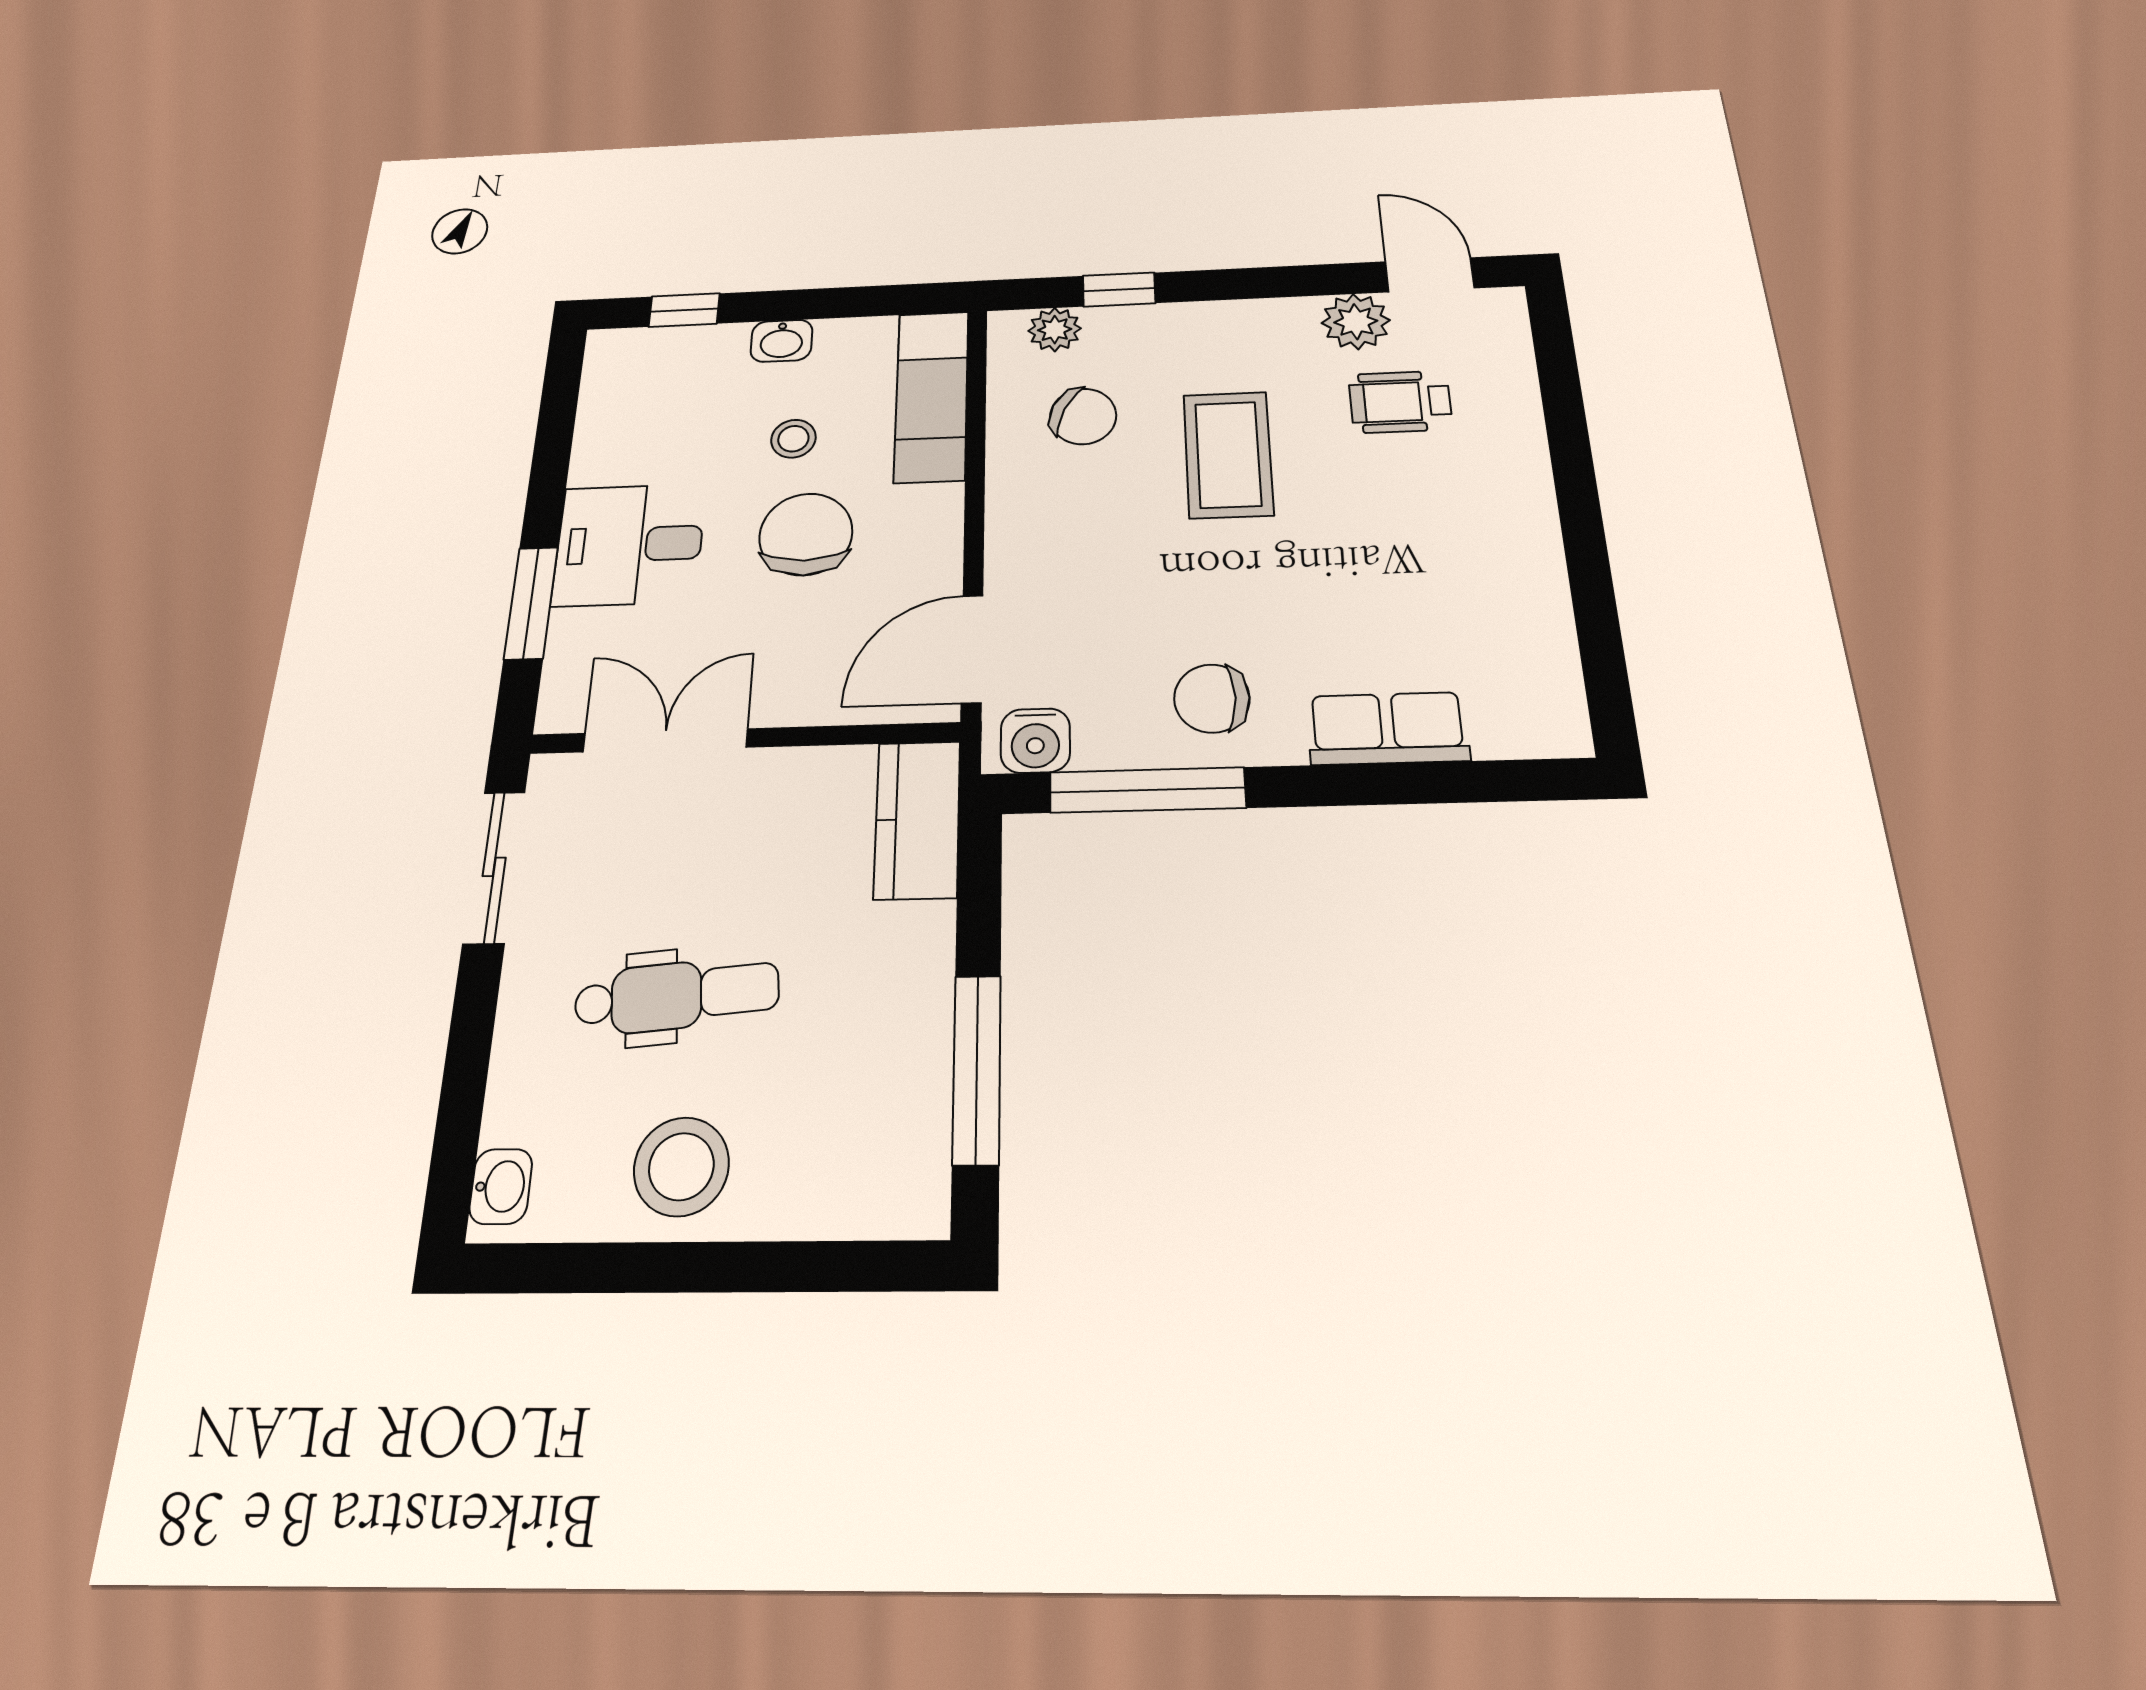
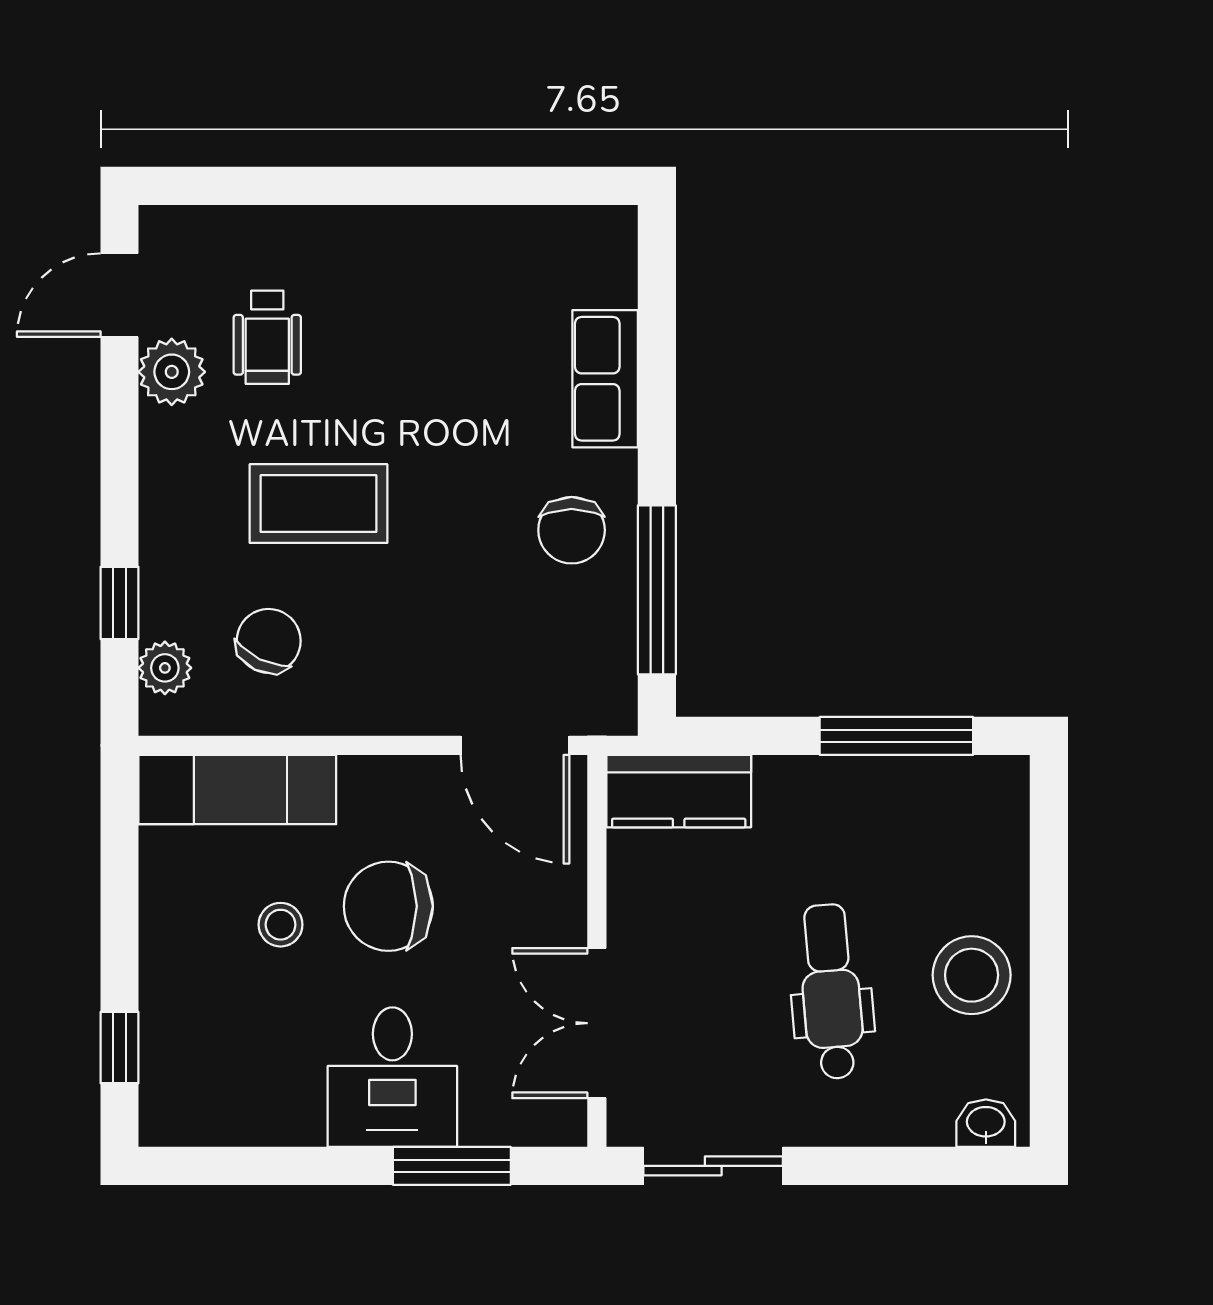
washbasin: (782, 341) -> (163, 944), removed
water cooler: (1035, 741) -> (607, 688), removed

